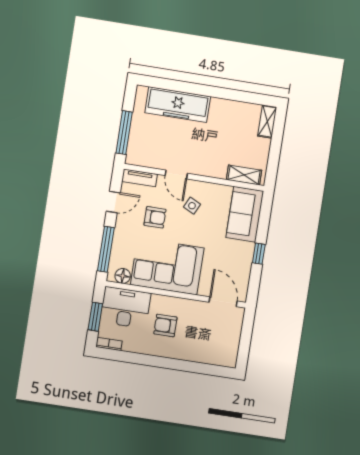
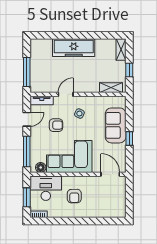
freezer: (178, 105) -> (74, 48), moved
window: (275, 153) -> (129, 70), added
door: (176, 174) -> (66, 94), swing flipped
sofa: (245, 214) -> (116, 125), moved
armchair: (165, 325) -> (74, 196), turned -91

